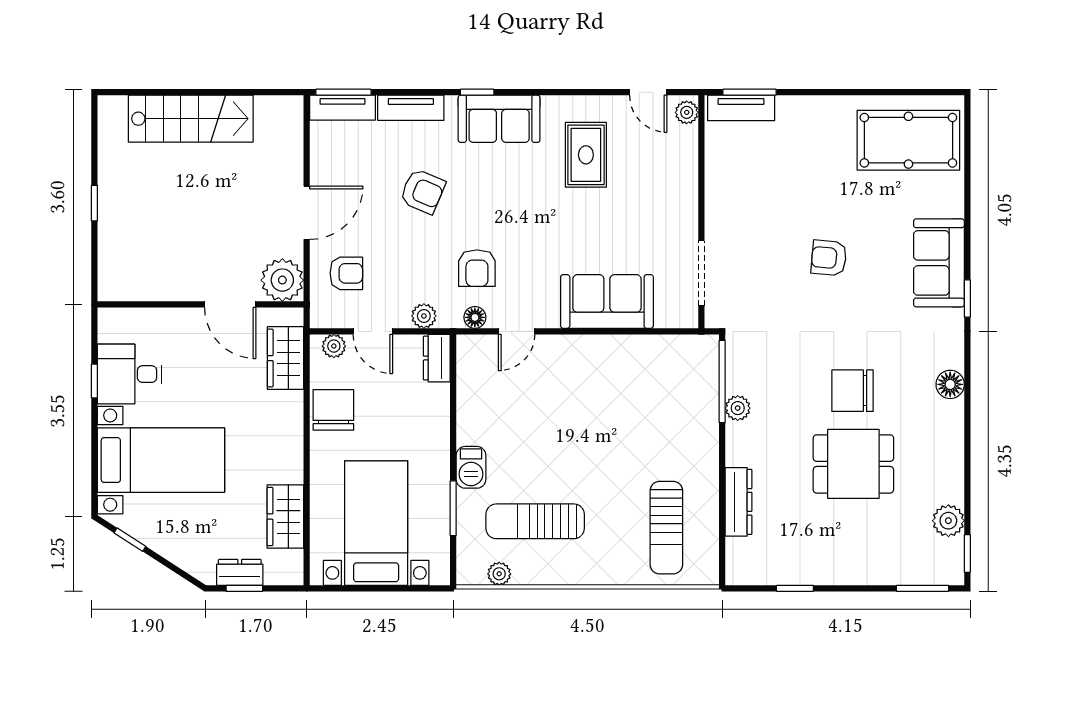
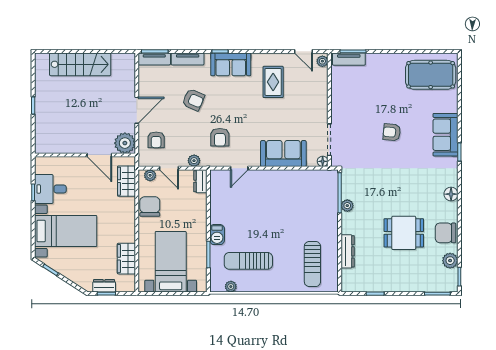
armchair: (346, 273) -> (156, 140), turned 90
floor lamp: (475, 317) -> (323, 161), moved
chair: (853, 391) -> (446, 233), moved

